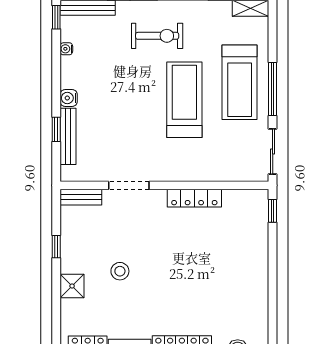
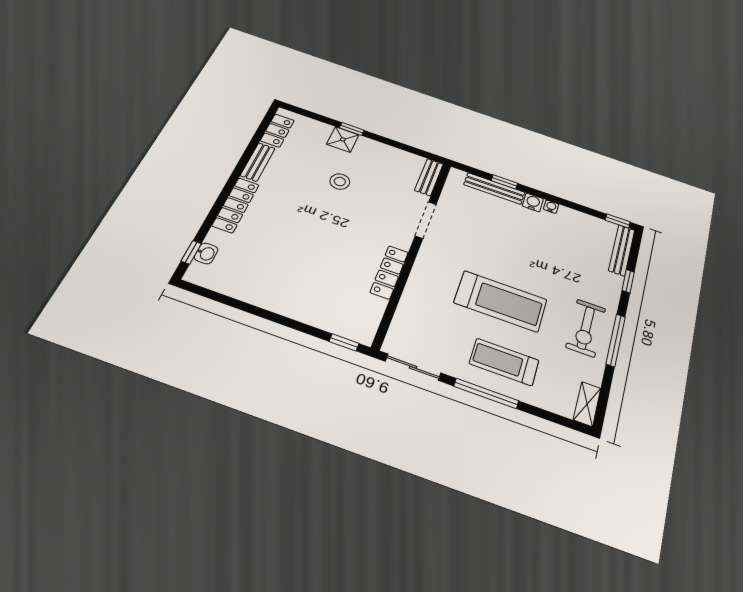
exercise bike: (157, 36) -> (586, 328), moved
water cooler: (66, 49) -> (551, 207), moved
treadmill: (240, 82) -> (504, 362), width x0.73, depth x0.73
window: (56, 247) -> (352, 129), moved

